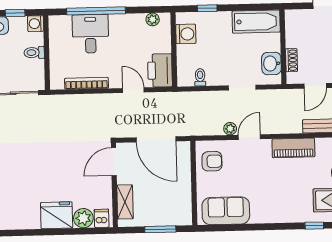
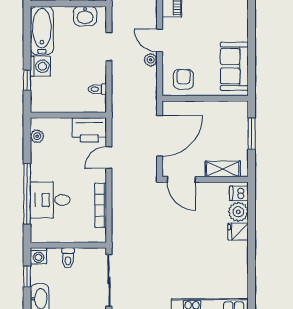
washing machine: (186, 34) -> (40, 66), moved, turned 90
fridge: (57, 215) -> (238, 232), width x0.53, depth x0.75

